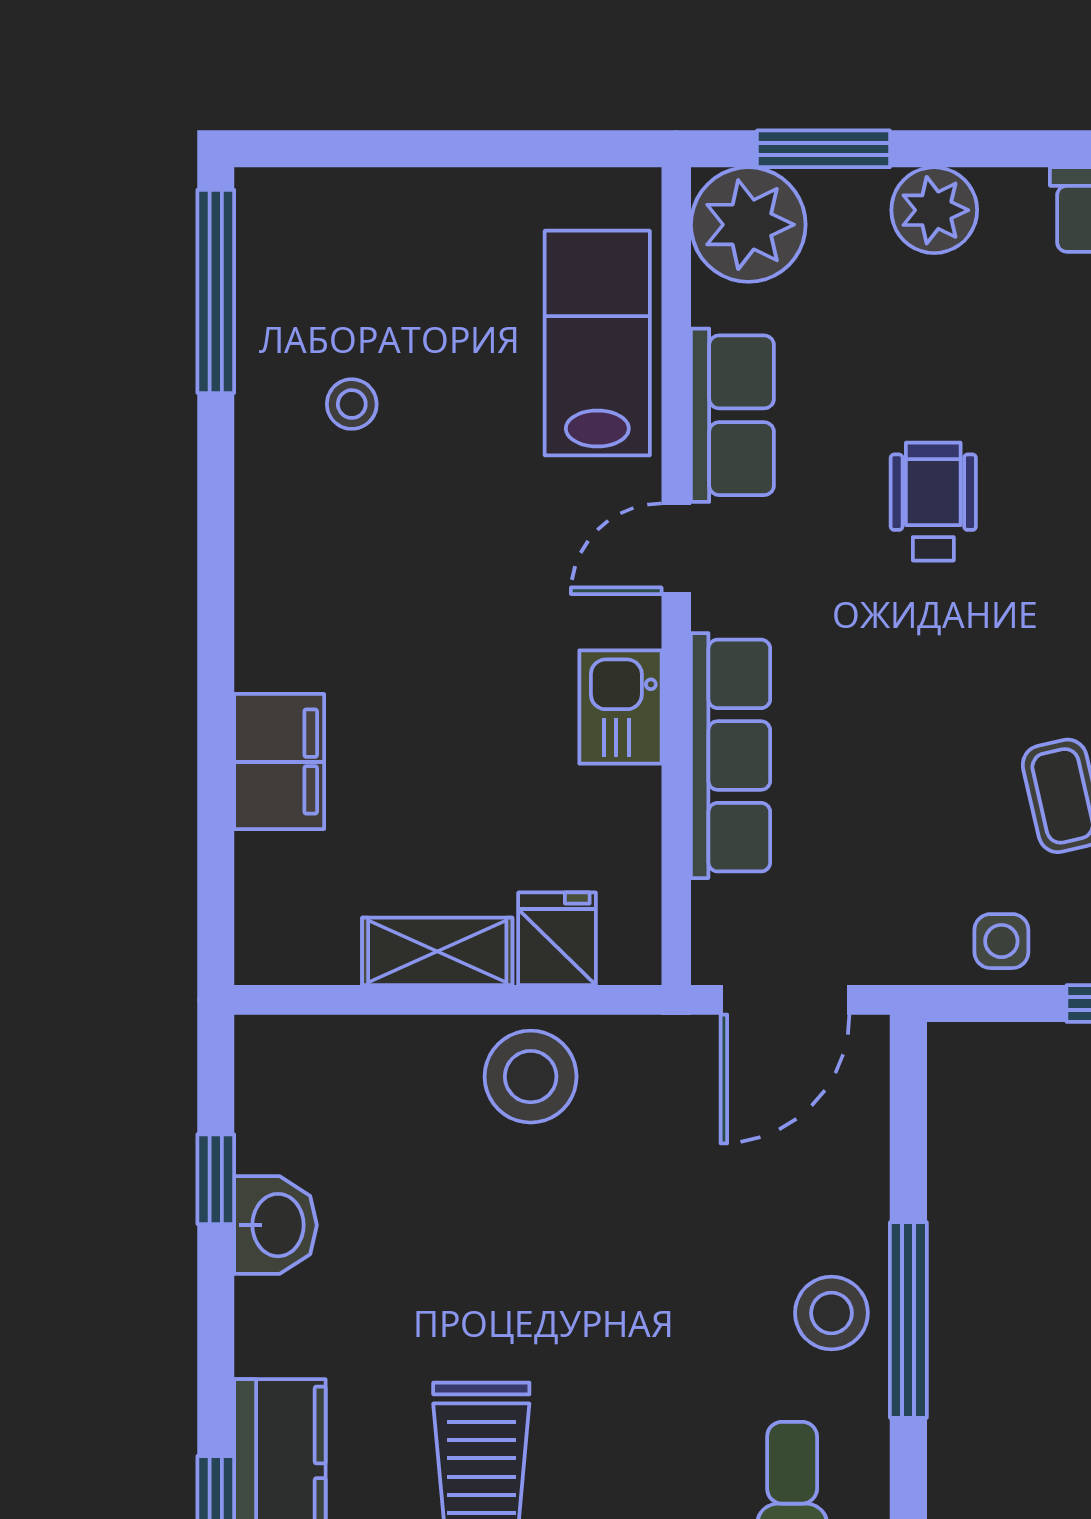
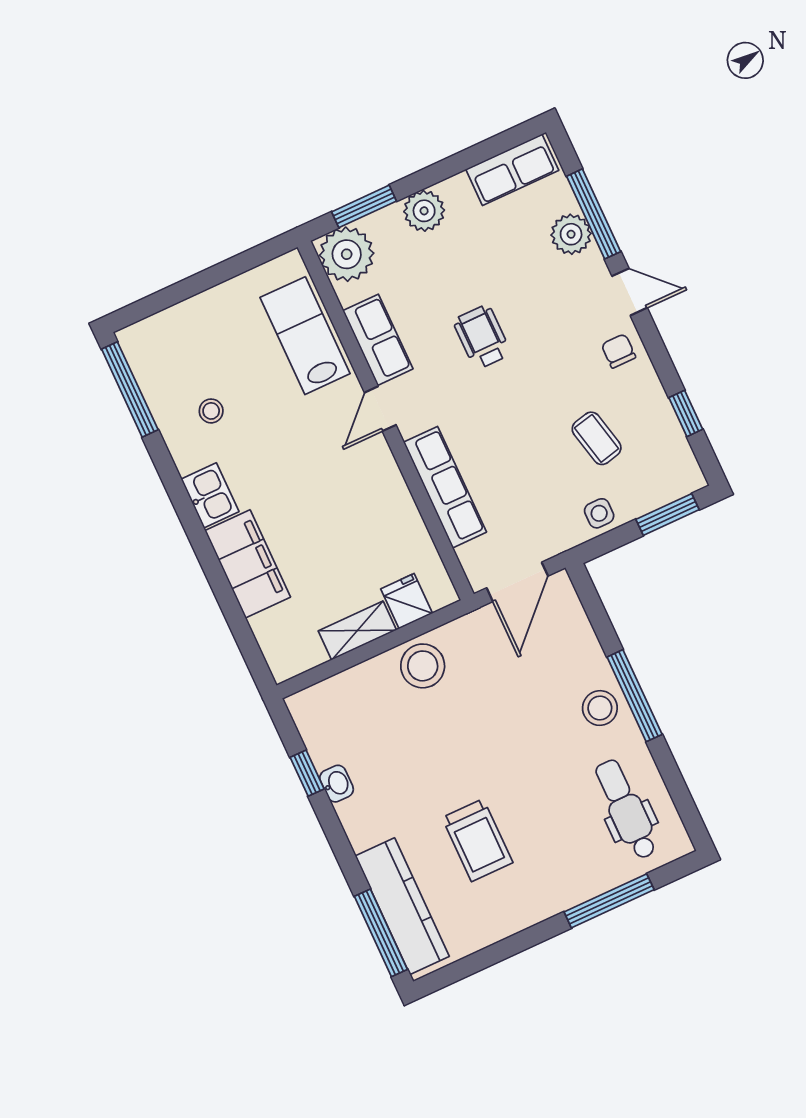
kitchen sink: (620, 707) -> (210, 495), moved, turned 180
filing cabinet: (279, 762) -> (248, 564), width x1.50, depth x1.17
washbasin: (276, 1225) -> (337, 784), width x0.72, depth x0.69

